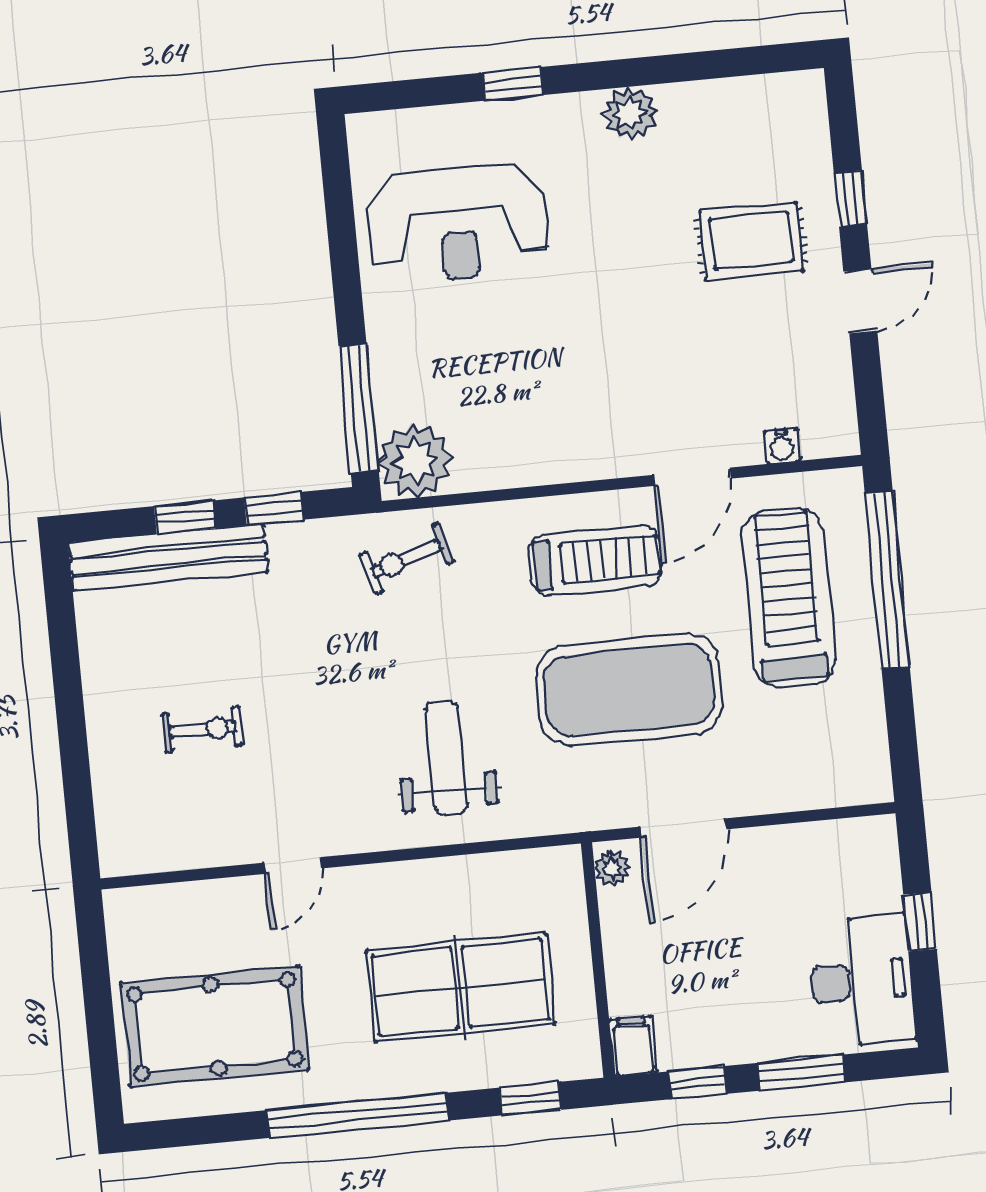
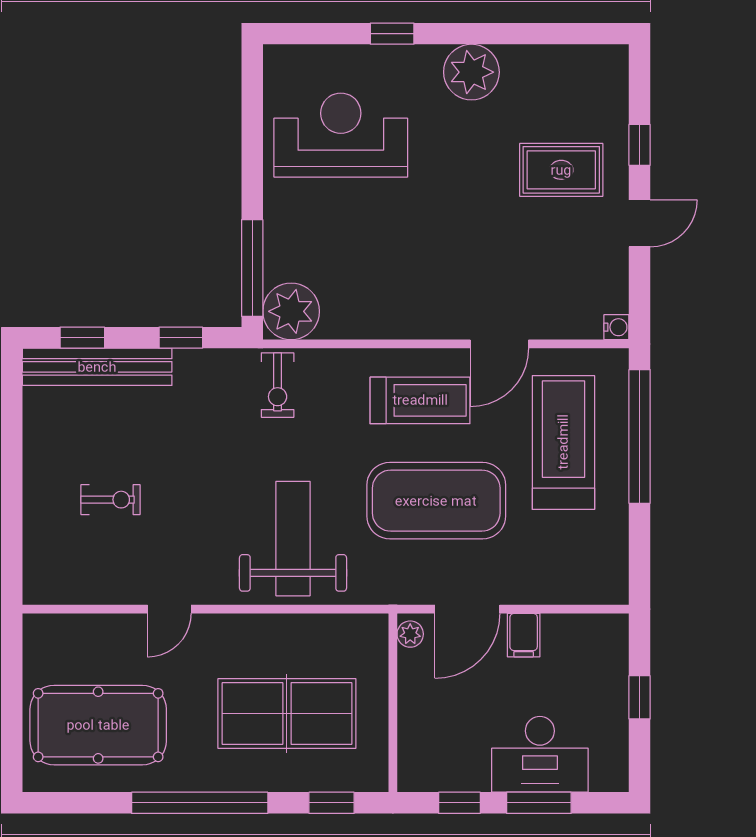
plant: (630, 114) -> (471, 72), width x1.36, depth x1.36
reception desk: (458, 223) -> (341, 135), turned 180
water cooler: (782, 446) -> (616, 327), moved, turned -90
window: (185, 517) -> (82, 338), moved
exercise bike: (407, 559) -> (278, 385), turned -73
weight bench: (446, 758) -> (293, 539), width x1.36, depth x1.33
desk: (862, 981) -> (540, 754), moved, turned 90
filing cabinet: (633, 1046) -> (524, 635), moved, turned 180

